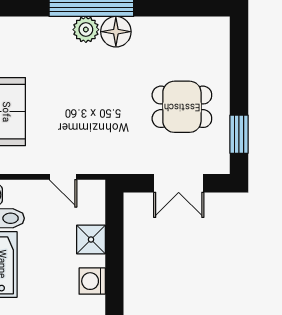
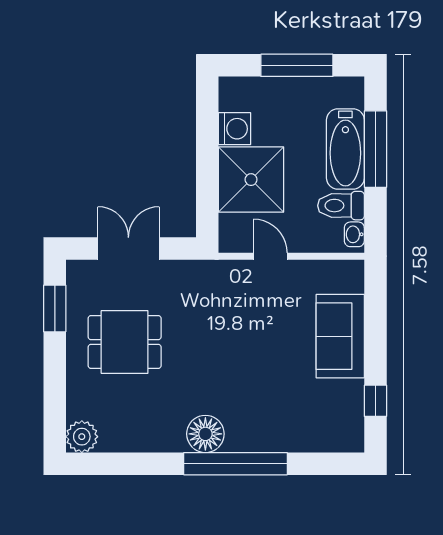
plant: (86, 30) -> (82, 437), moved
shower: (91, 240) -> (251, 180), width x1.86, depth x1.86

